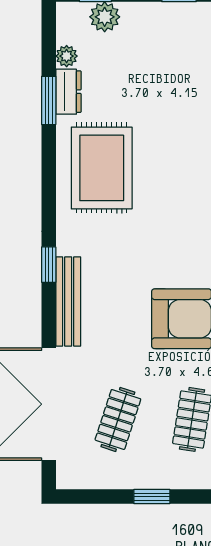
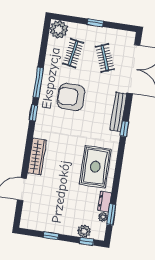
window: (49, 100) -> (111, 214), moved
clothes rail: (118, 419) -> (105, 58), turned -39

